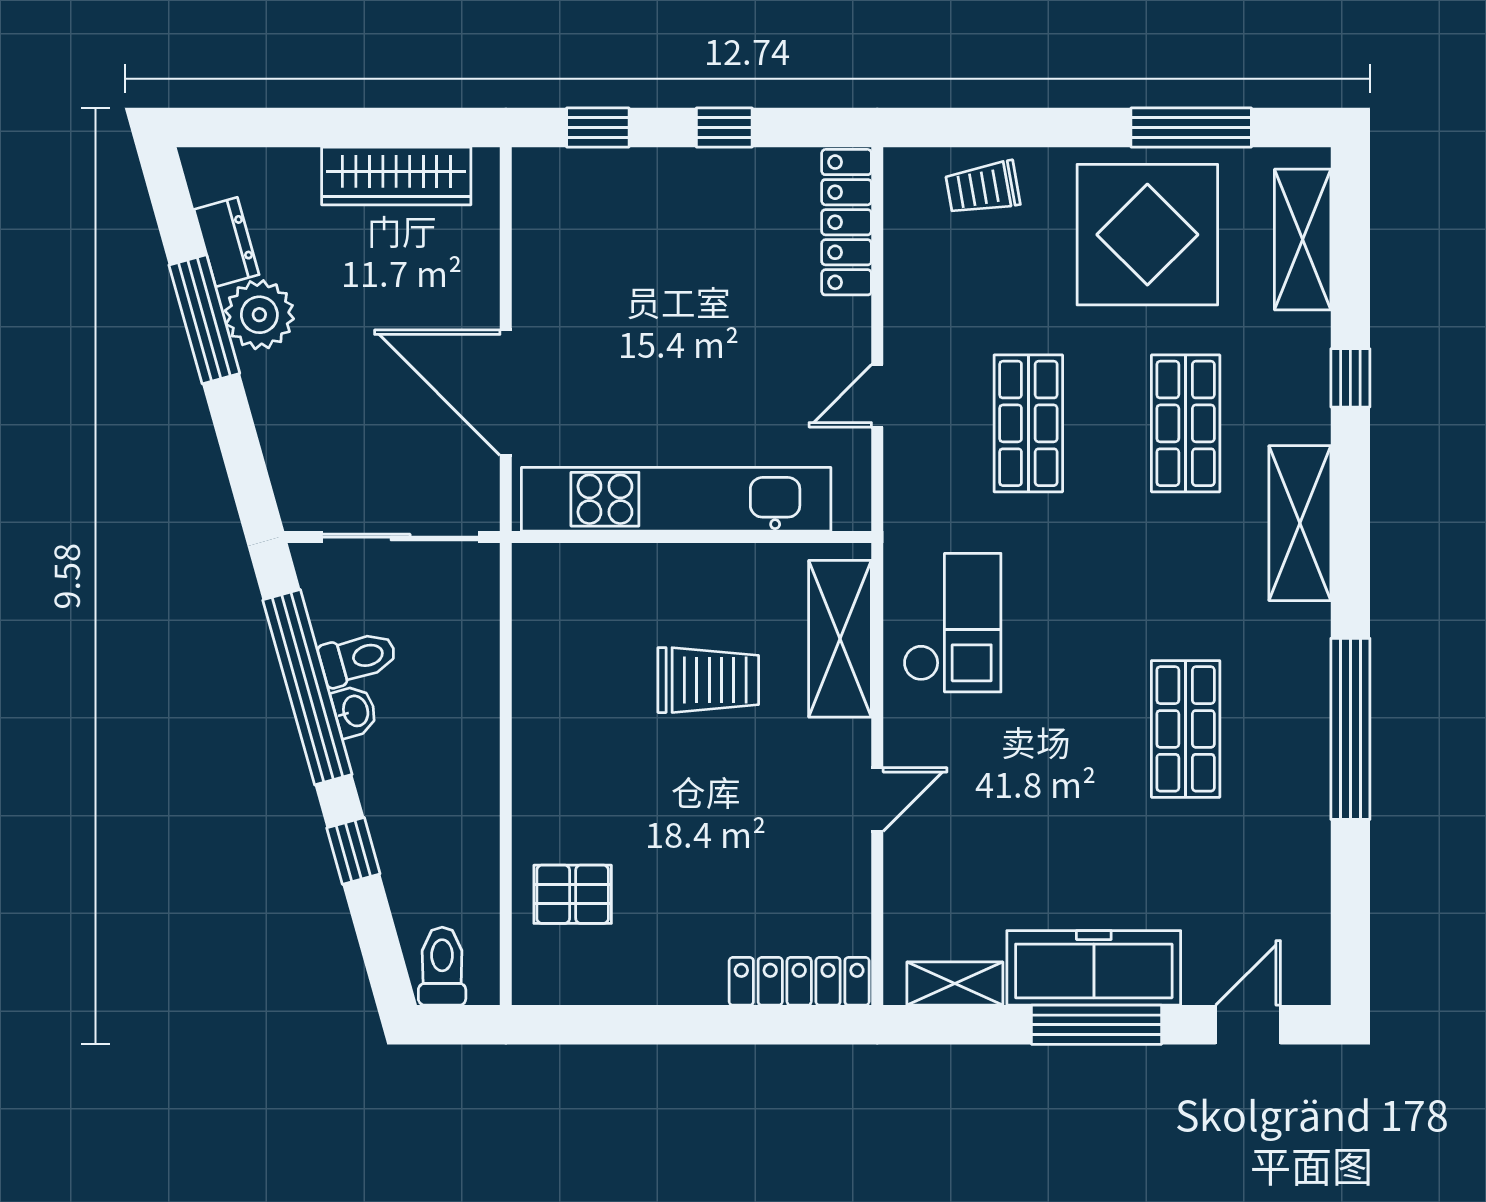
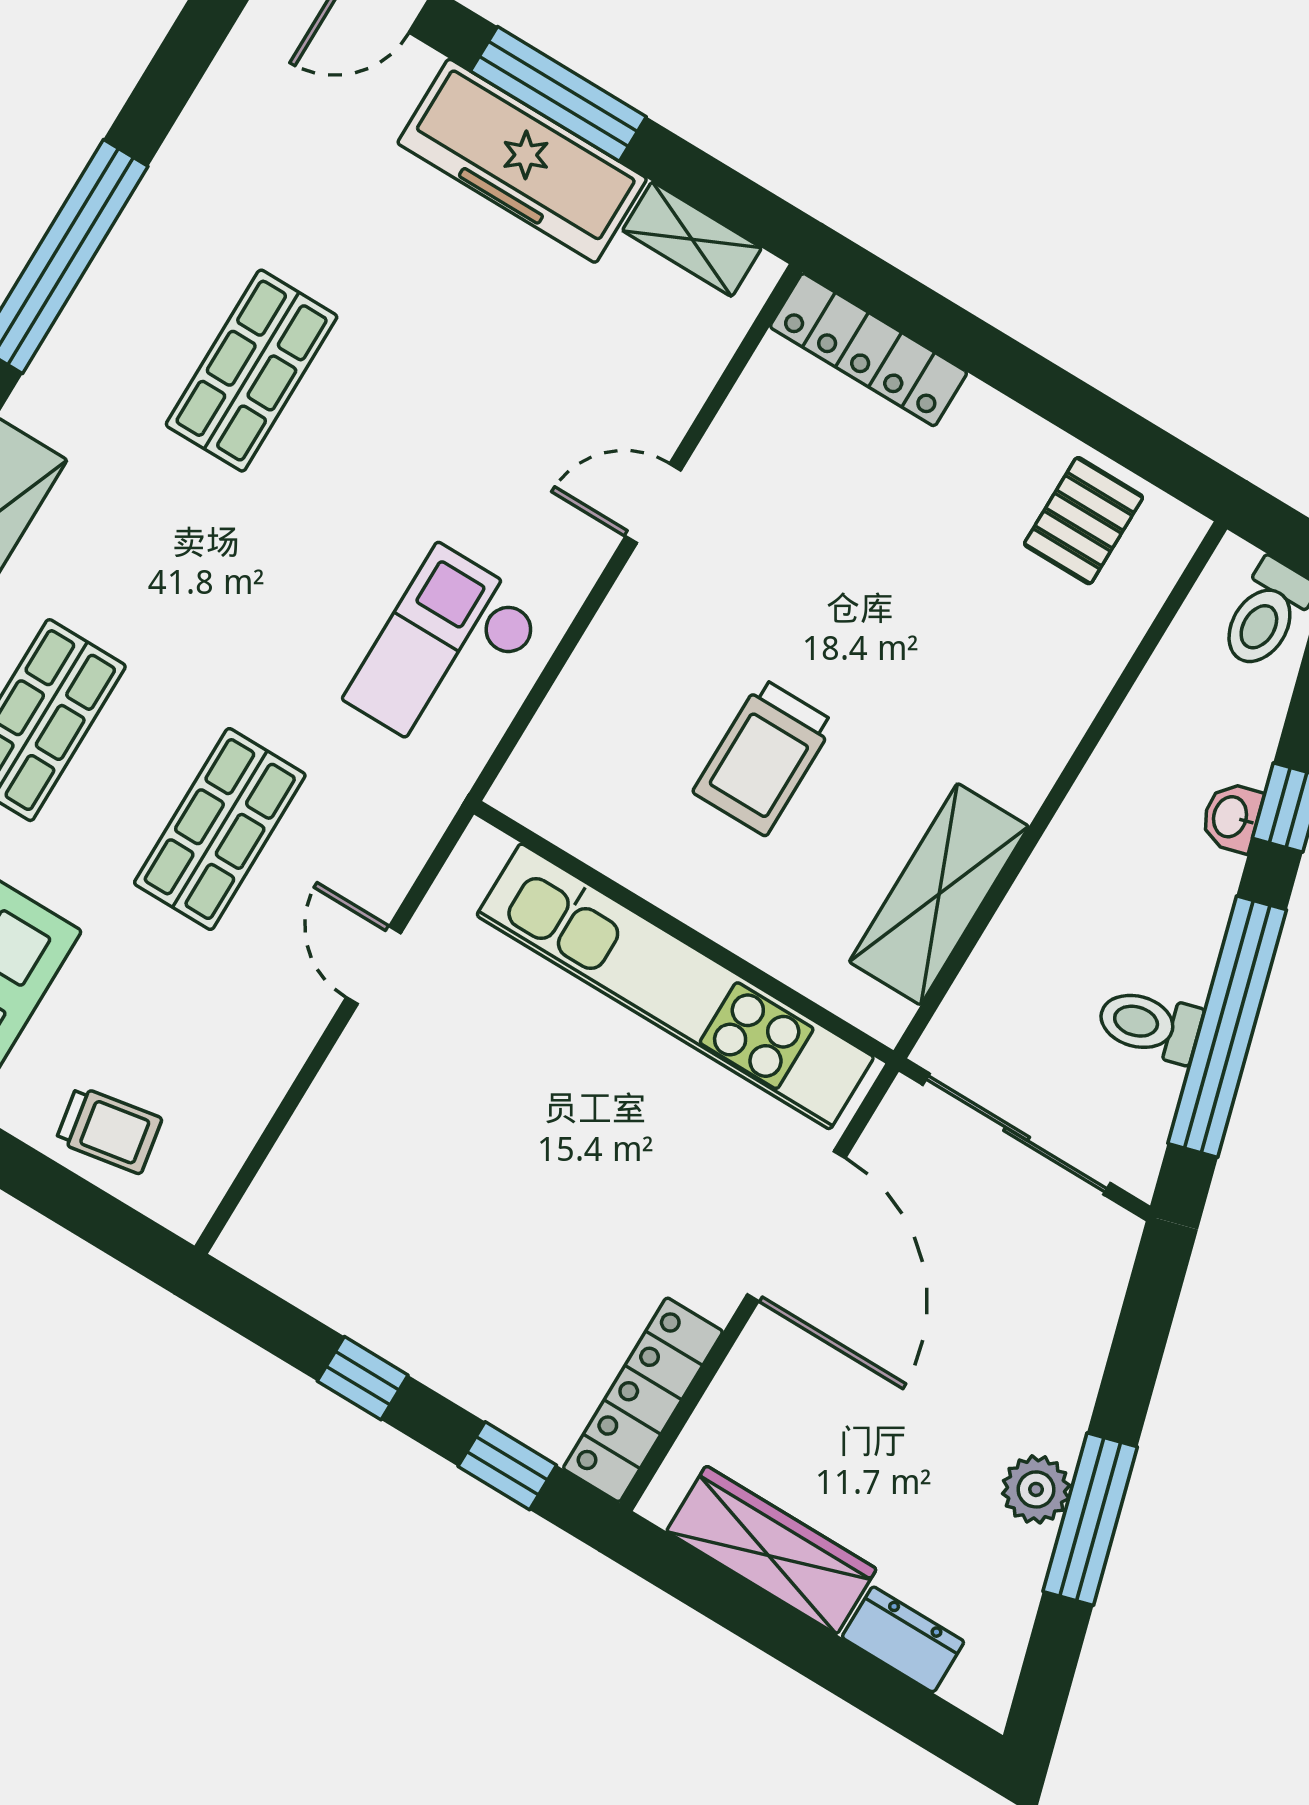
locker: (847, 222) -> (643, 1400), moved, turned 180
dresser: (227, 242) -> (903, 1639), moved, turned 106
plant: (259, 315) -> (1036, 1489), width x0.73, depth x0.73
door: (877, 396) -> (373, 965), swing flipped
shelving: (840, 639) -> (939, 894), moved
trolley: (708, 680) -> (764, 757), turned -90
washbasin: (355, 711) -> (1232, 817), moved
pallet: (573, 894) -> (1084, 521), moved, turned 90

